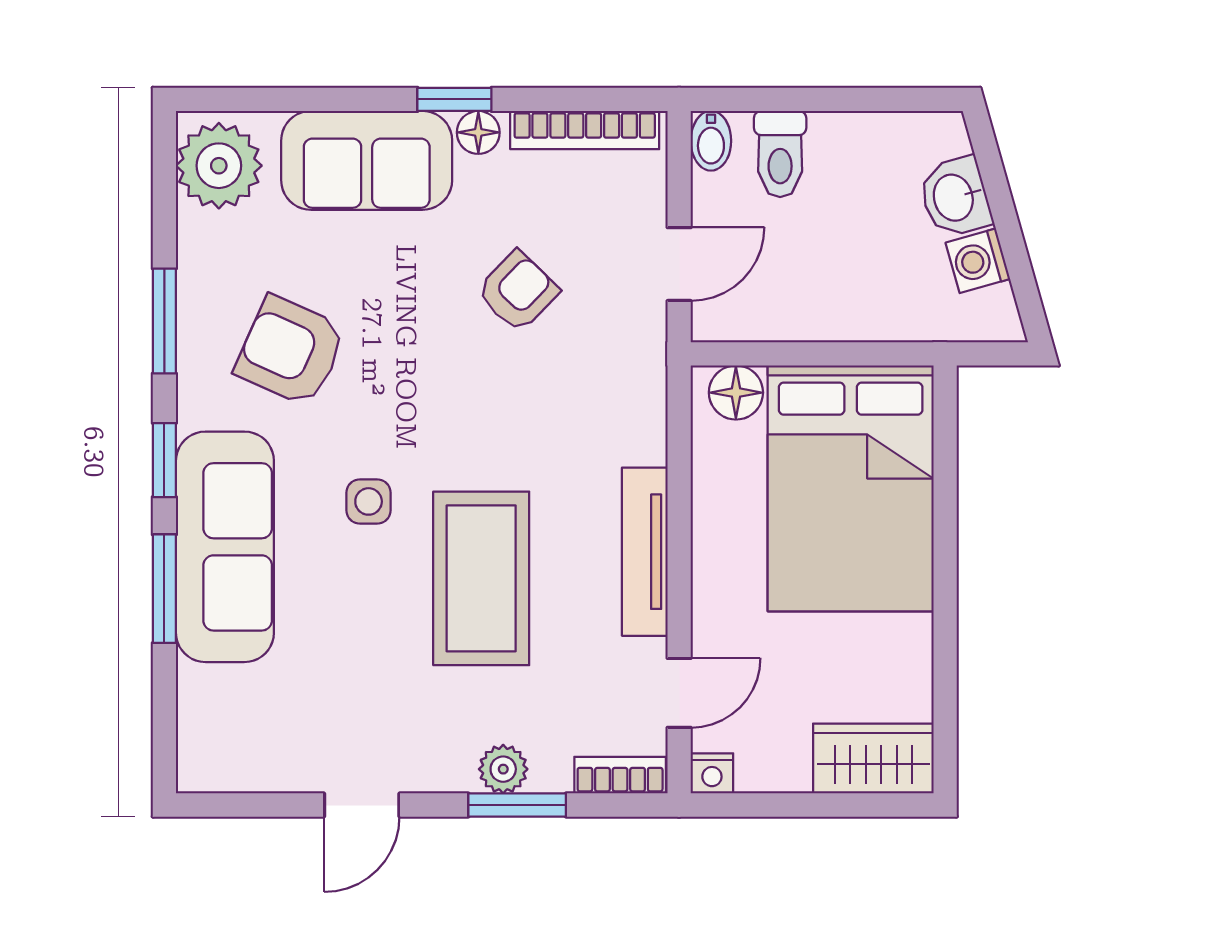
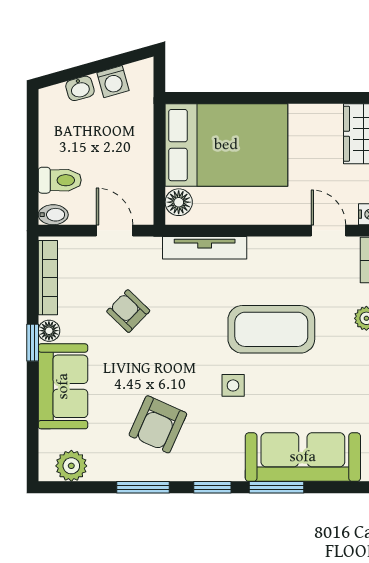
plant: (219, 166) -> (71, 466), width x0.73, depth x0.73
washbasin: (955, 197) -> (80, 88), width x0.72, depth x0.69
sofa: (225, 547) -> (303, 457), moved
tv unit: (645, 552) -> (205, 248), moved

